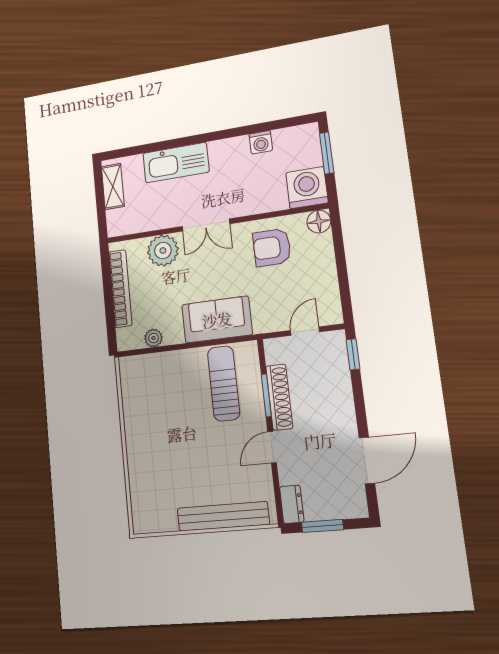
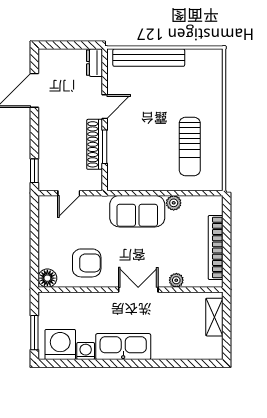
kitchen sink: (176, 163) -> (123, 347), moved
shelving: (113, 186) -> (214, 317), moved
washing machine: (307, 188) -> (60, 345), moved, turned 180
plant: (163, 251) -> (176, 280), width x0.53, depth x0.53
plant: (153, 338) -> (174, 203), moved
sun lounger: (224, 383) -> (190, 147), moved
window: (322, 526) -> (73, 45), removed

